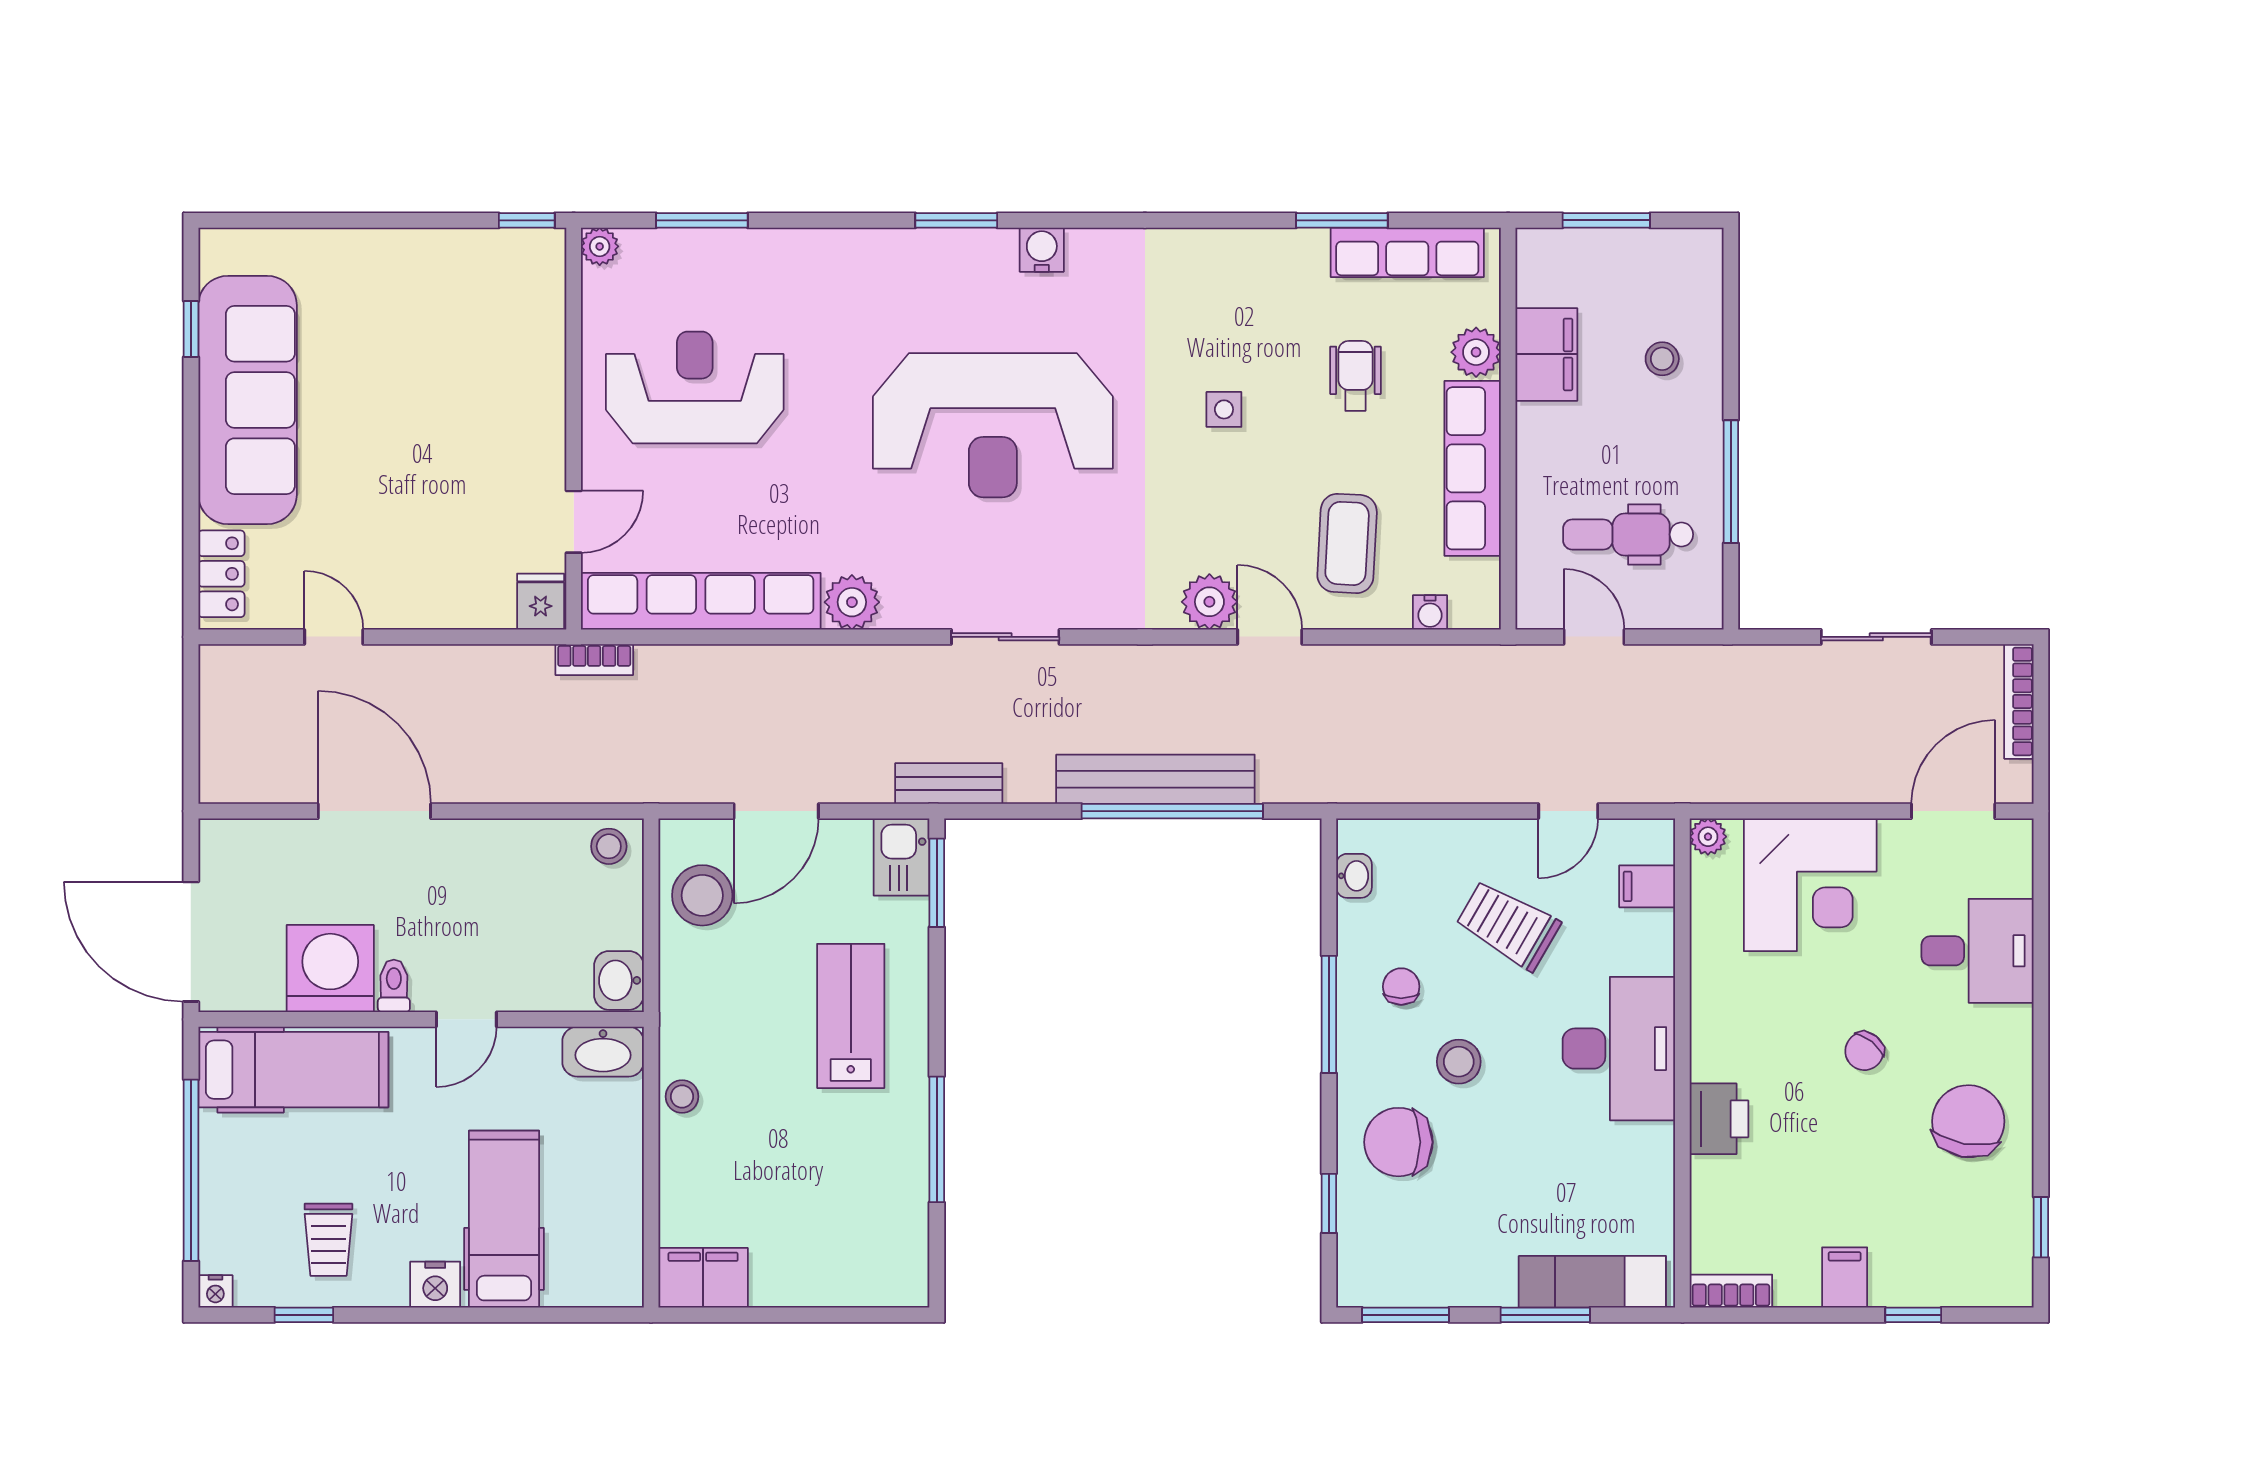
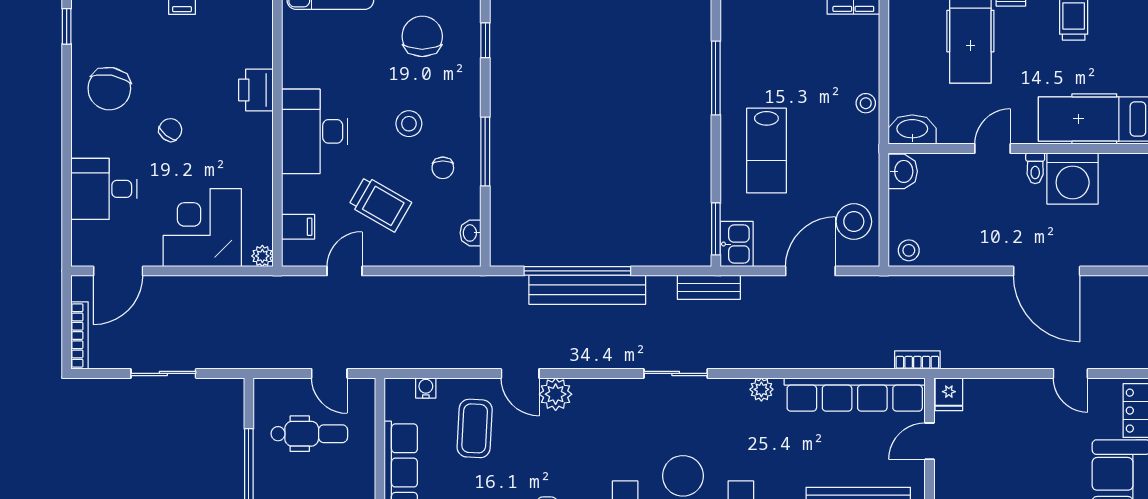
plant: (852, 602) -> (761, 389), width x0.73, depth x0.73
chair: (1398, 1142) -> (422, 36), moved, turned -90

